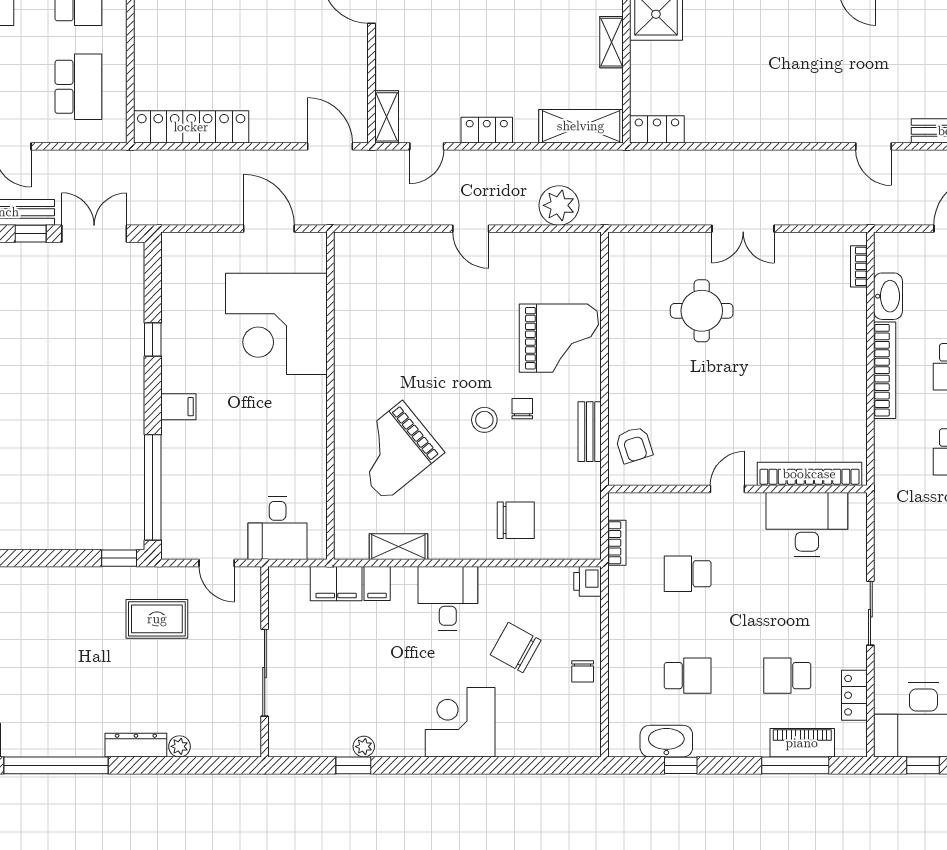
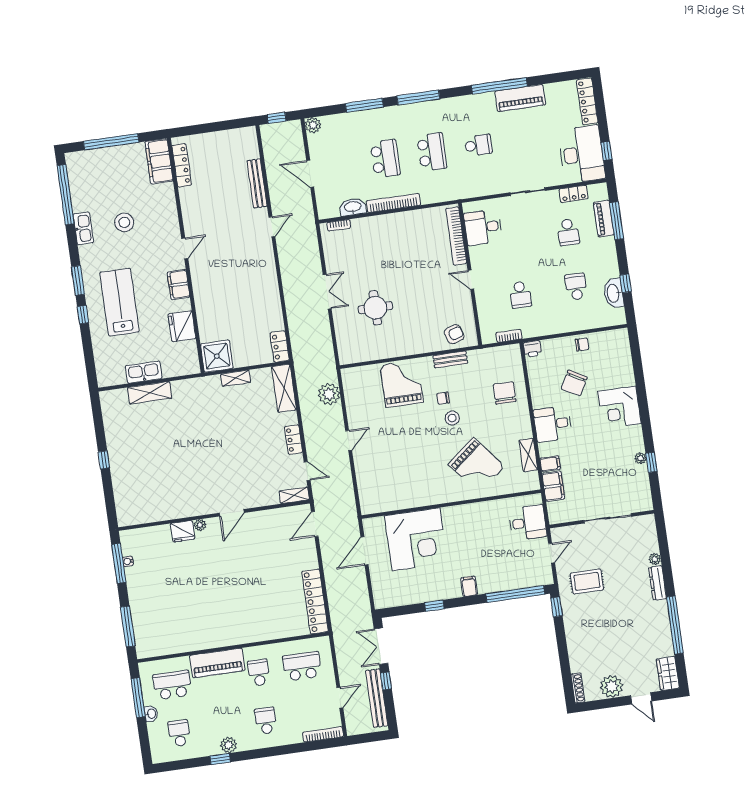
desk: (807, 524) -> (483, 227), width x0.73
rug: (157, 619) -> (587, 581), turned 90

